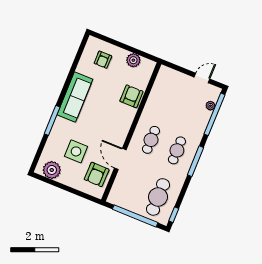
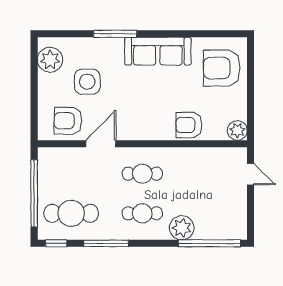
armchair: (103, 60) -> (222, 68), width x1.88, depth x1.88
plant: (133, 60) -> (237, 130), moved
door: (202, 78) -> (250, 174), moved
armchair: (131, 96) -> (189, 125), turned 180
plant: (210, 106) -> (182, 228), moved, width x1.87, depth x1.87
window: (195, 161) -> (106, 243), moved

